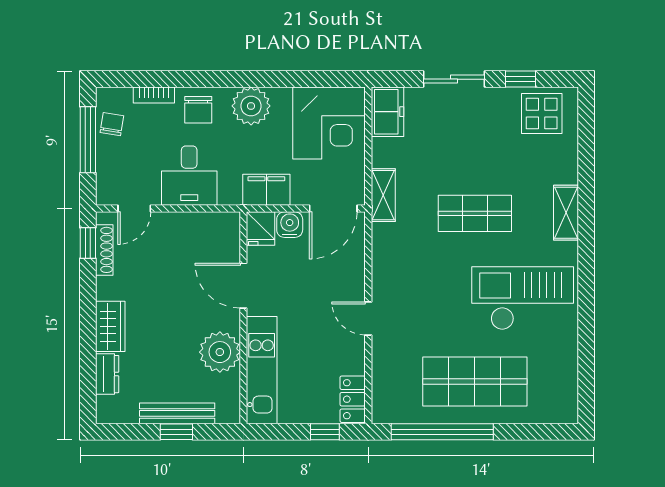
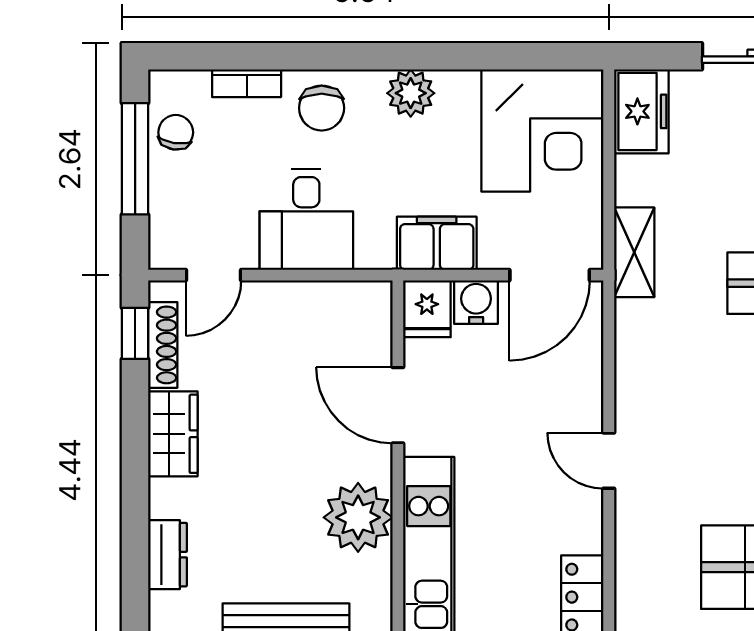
plant: (251, 106) -> (411, 93), width x0.73, depth x0.73
wardrobe: (110, 326) -> (173, 434), moved

